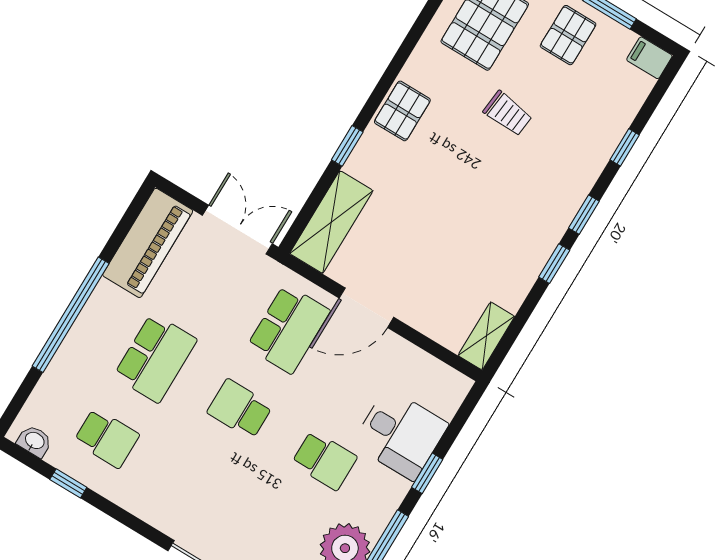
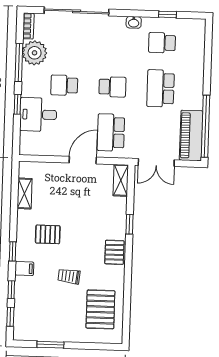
pallet: (568, 35) -> (48, 234), moved, turned 90
filing cabinet: (649, 58) -> (24, 269), moved
shelving: (331, 222) -> (121, 180), width x0.67, depth x0.75
window: (554, 264) -> (10, 317), moved
window: (71, 315) -> (205, 126), moved
shelving: (486, 336) -> (25, 193), moved
washbasin: (34, 441) -> (134, 22), moved

